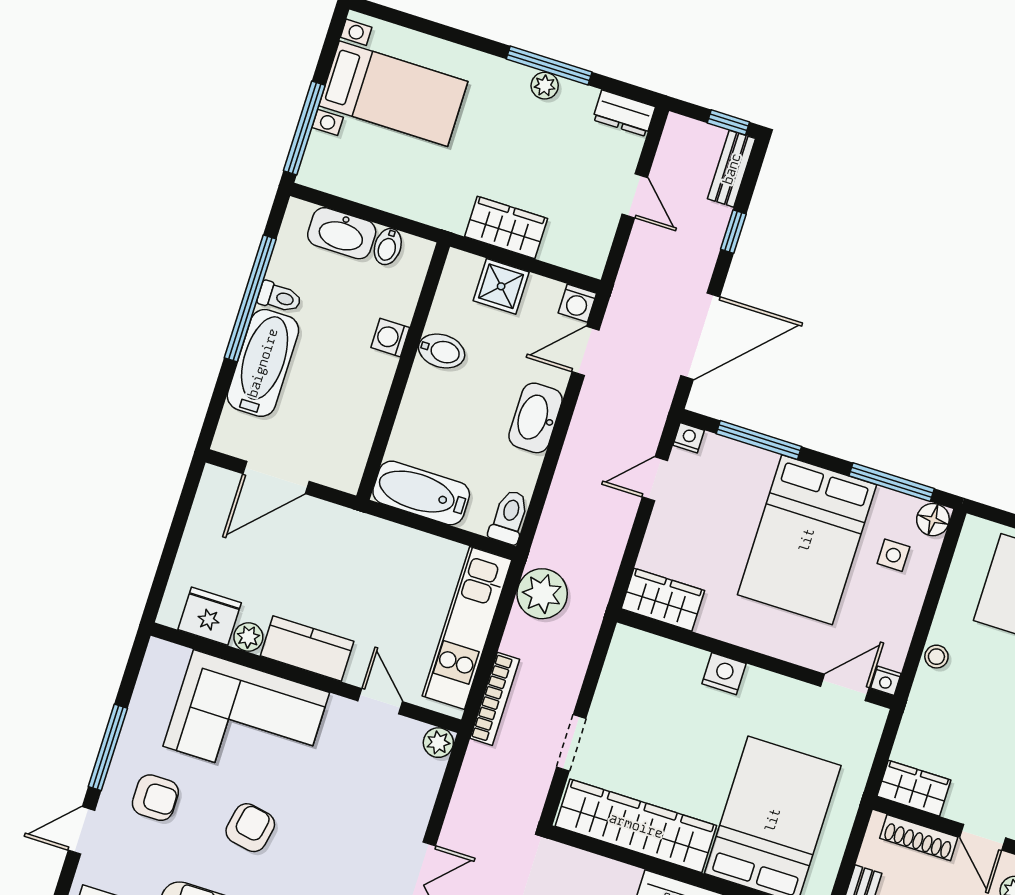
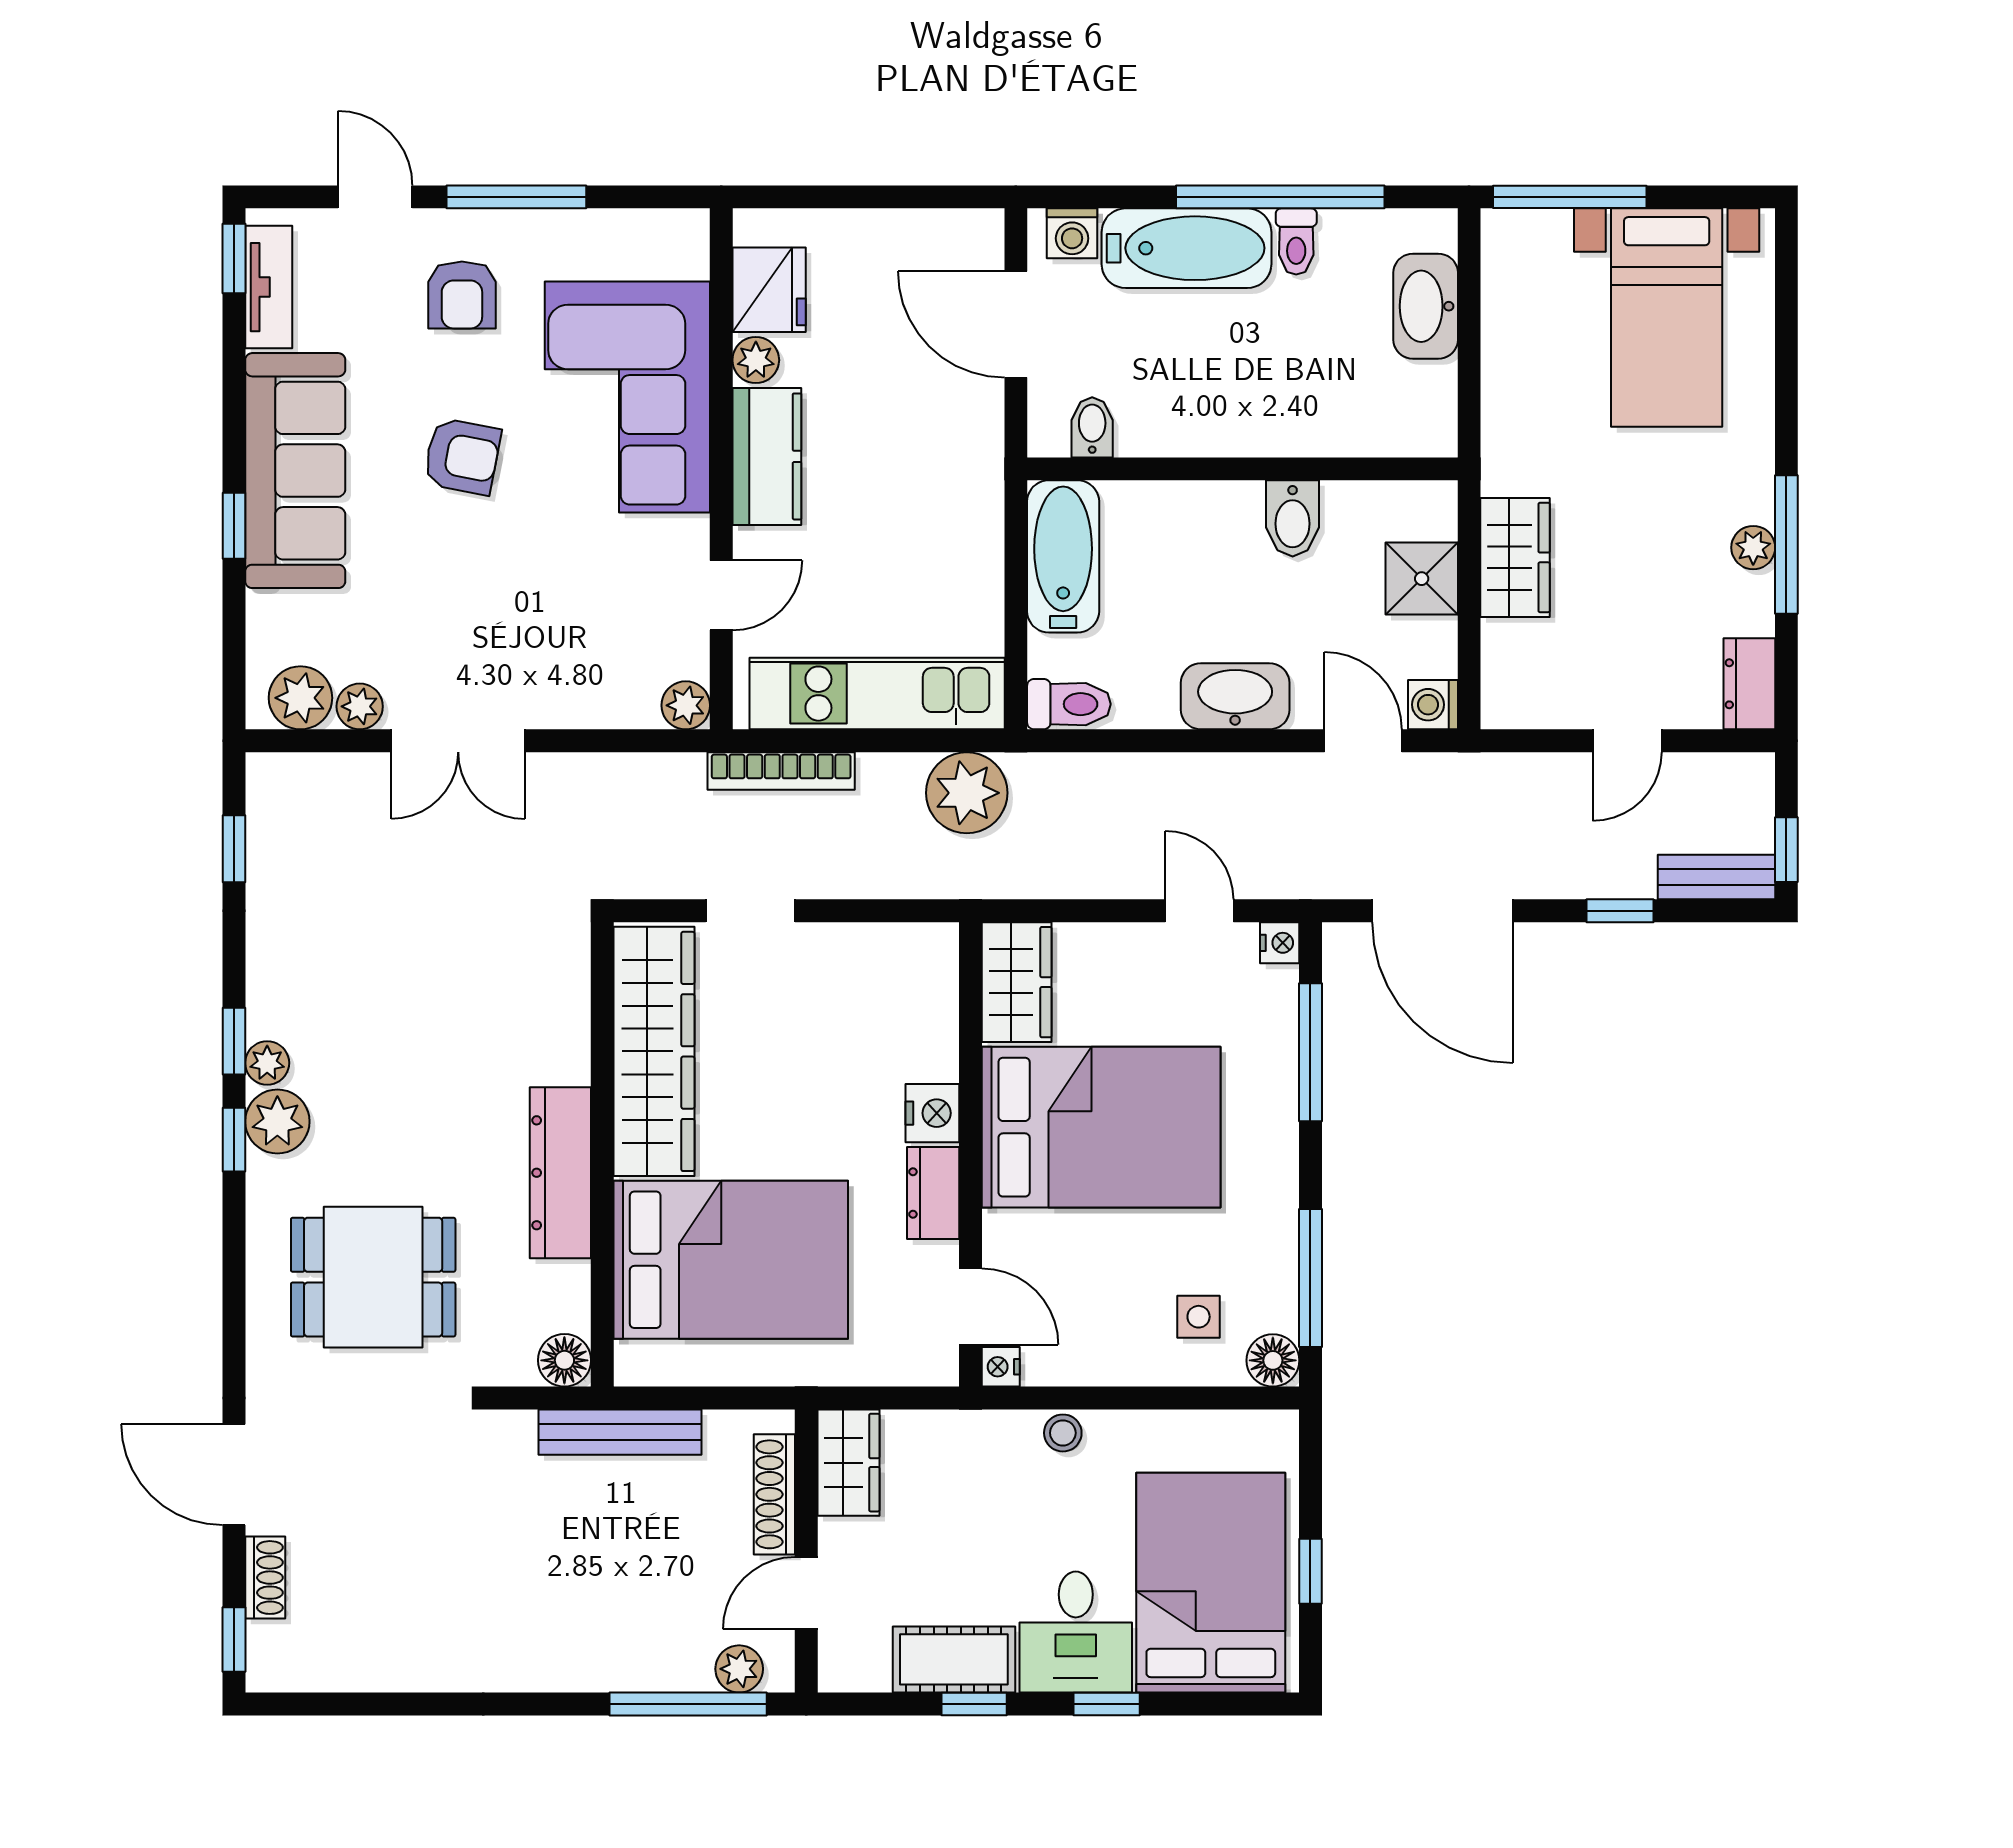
bidet: (388, 247) -> (1092, 427), moved, turned 90
washing machine: (390, 338) -> (1072, 233), moved, turned 180
bed: (807, 540) -> (1101, 1127), moved, turned 180
dresser: (771, 688) -> (933, 1193), added

